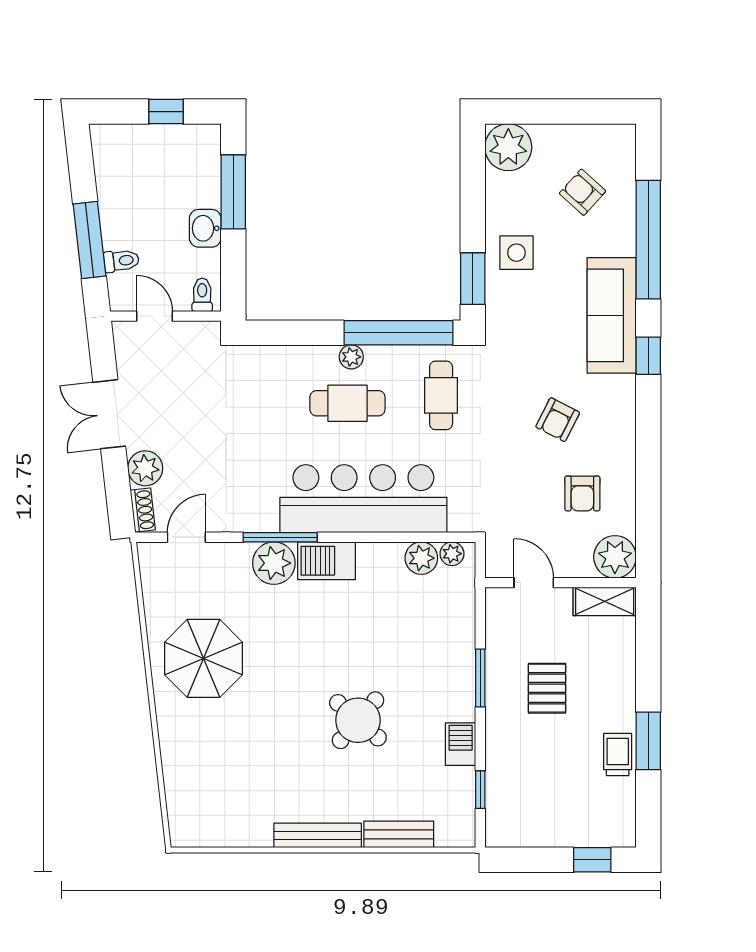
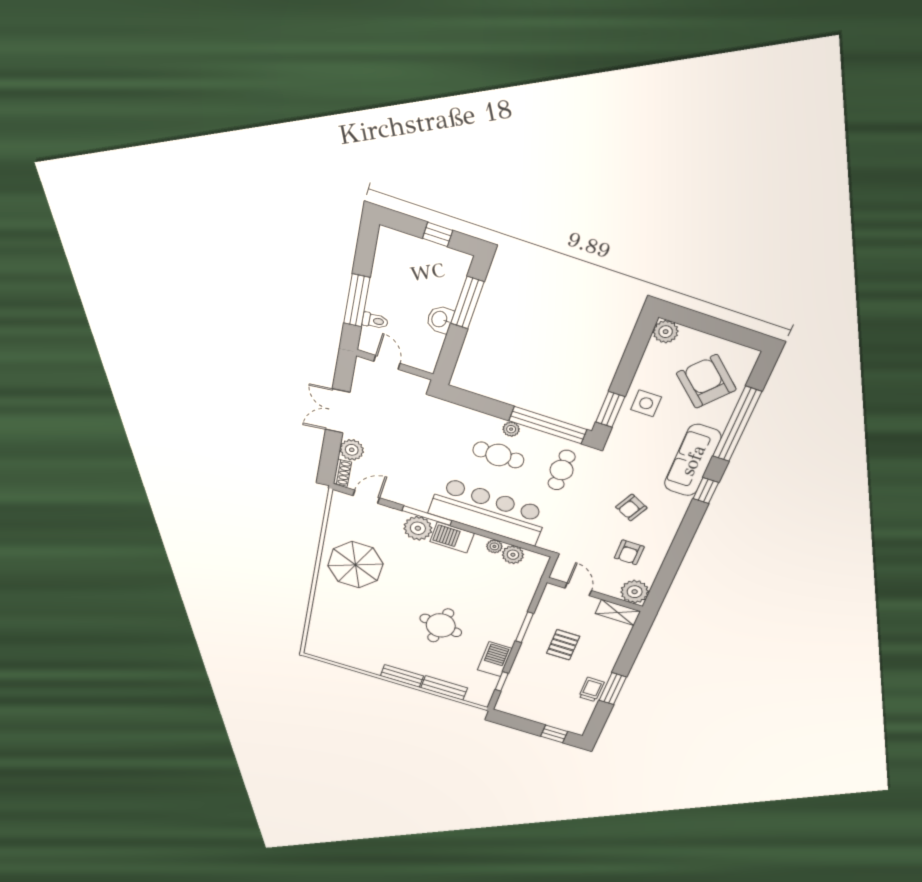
plant: (508, 147) -> (666, 332), width x0.73, depth x0.73
armchair: (582, 192) -> (706, 381), width x1.88, depth x1.88
toilet: (202, 295) -> (424, 360), removed
plant: (452, 554) -> (494, 546), moved
round table: (358, 720) -> (441, 625), turned -32
barbecue: (461, 744) -> (495, 659), width x1.38, depth x1.27
bench: (318, 835) -> (402, 676), width x0.73

